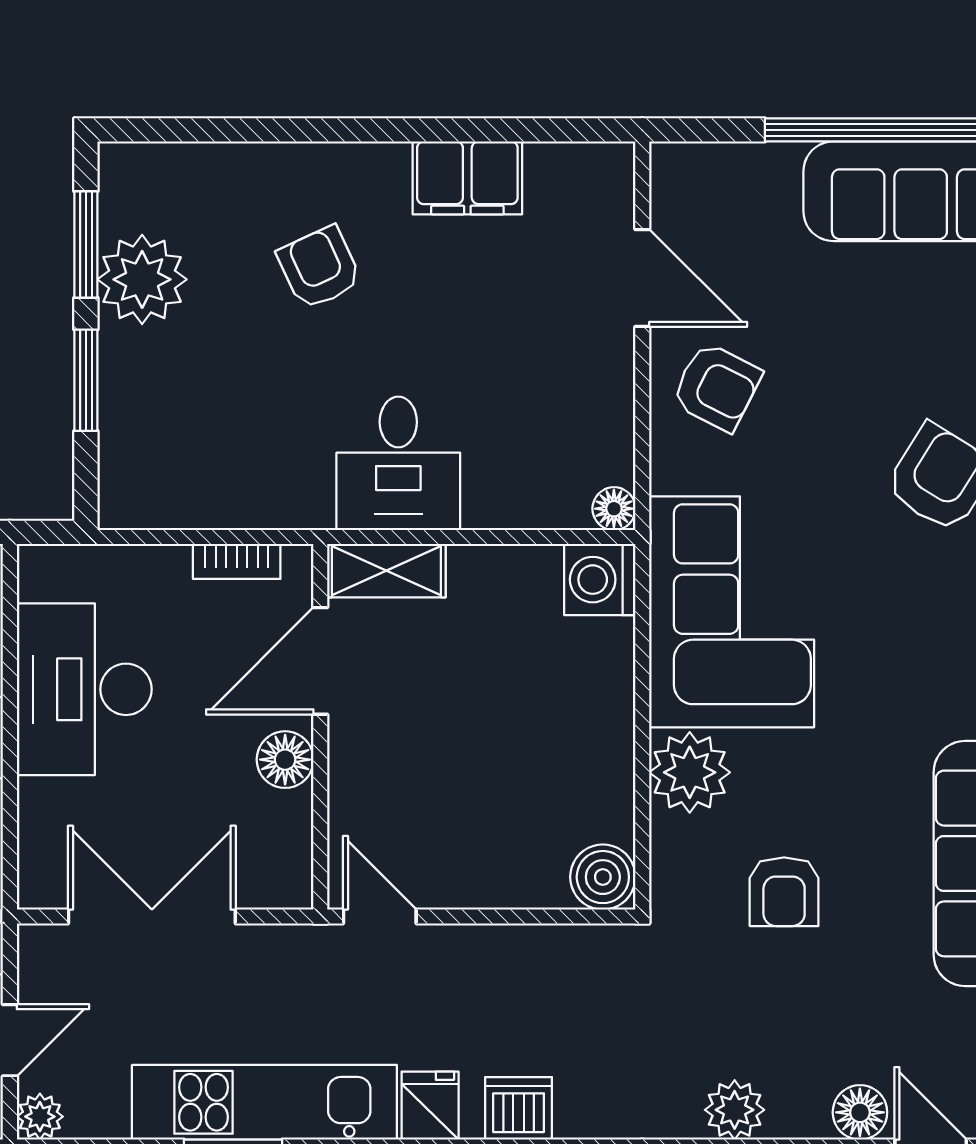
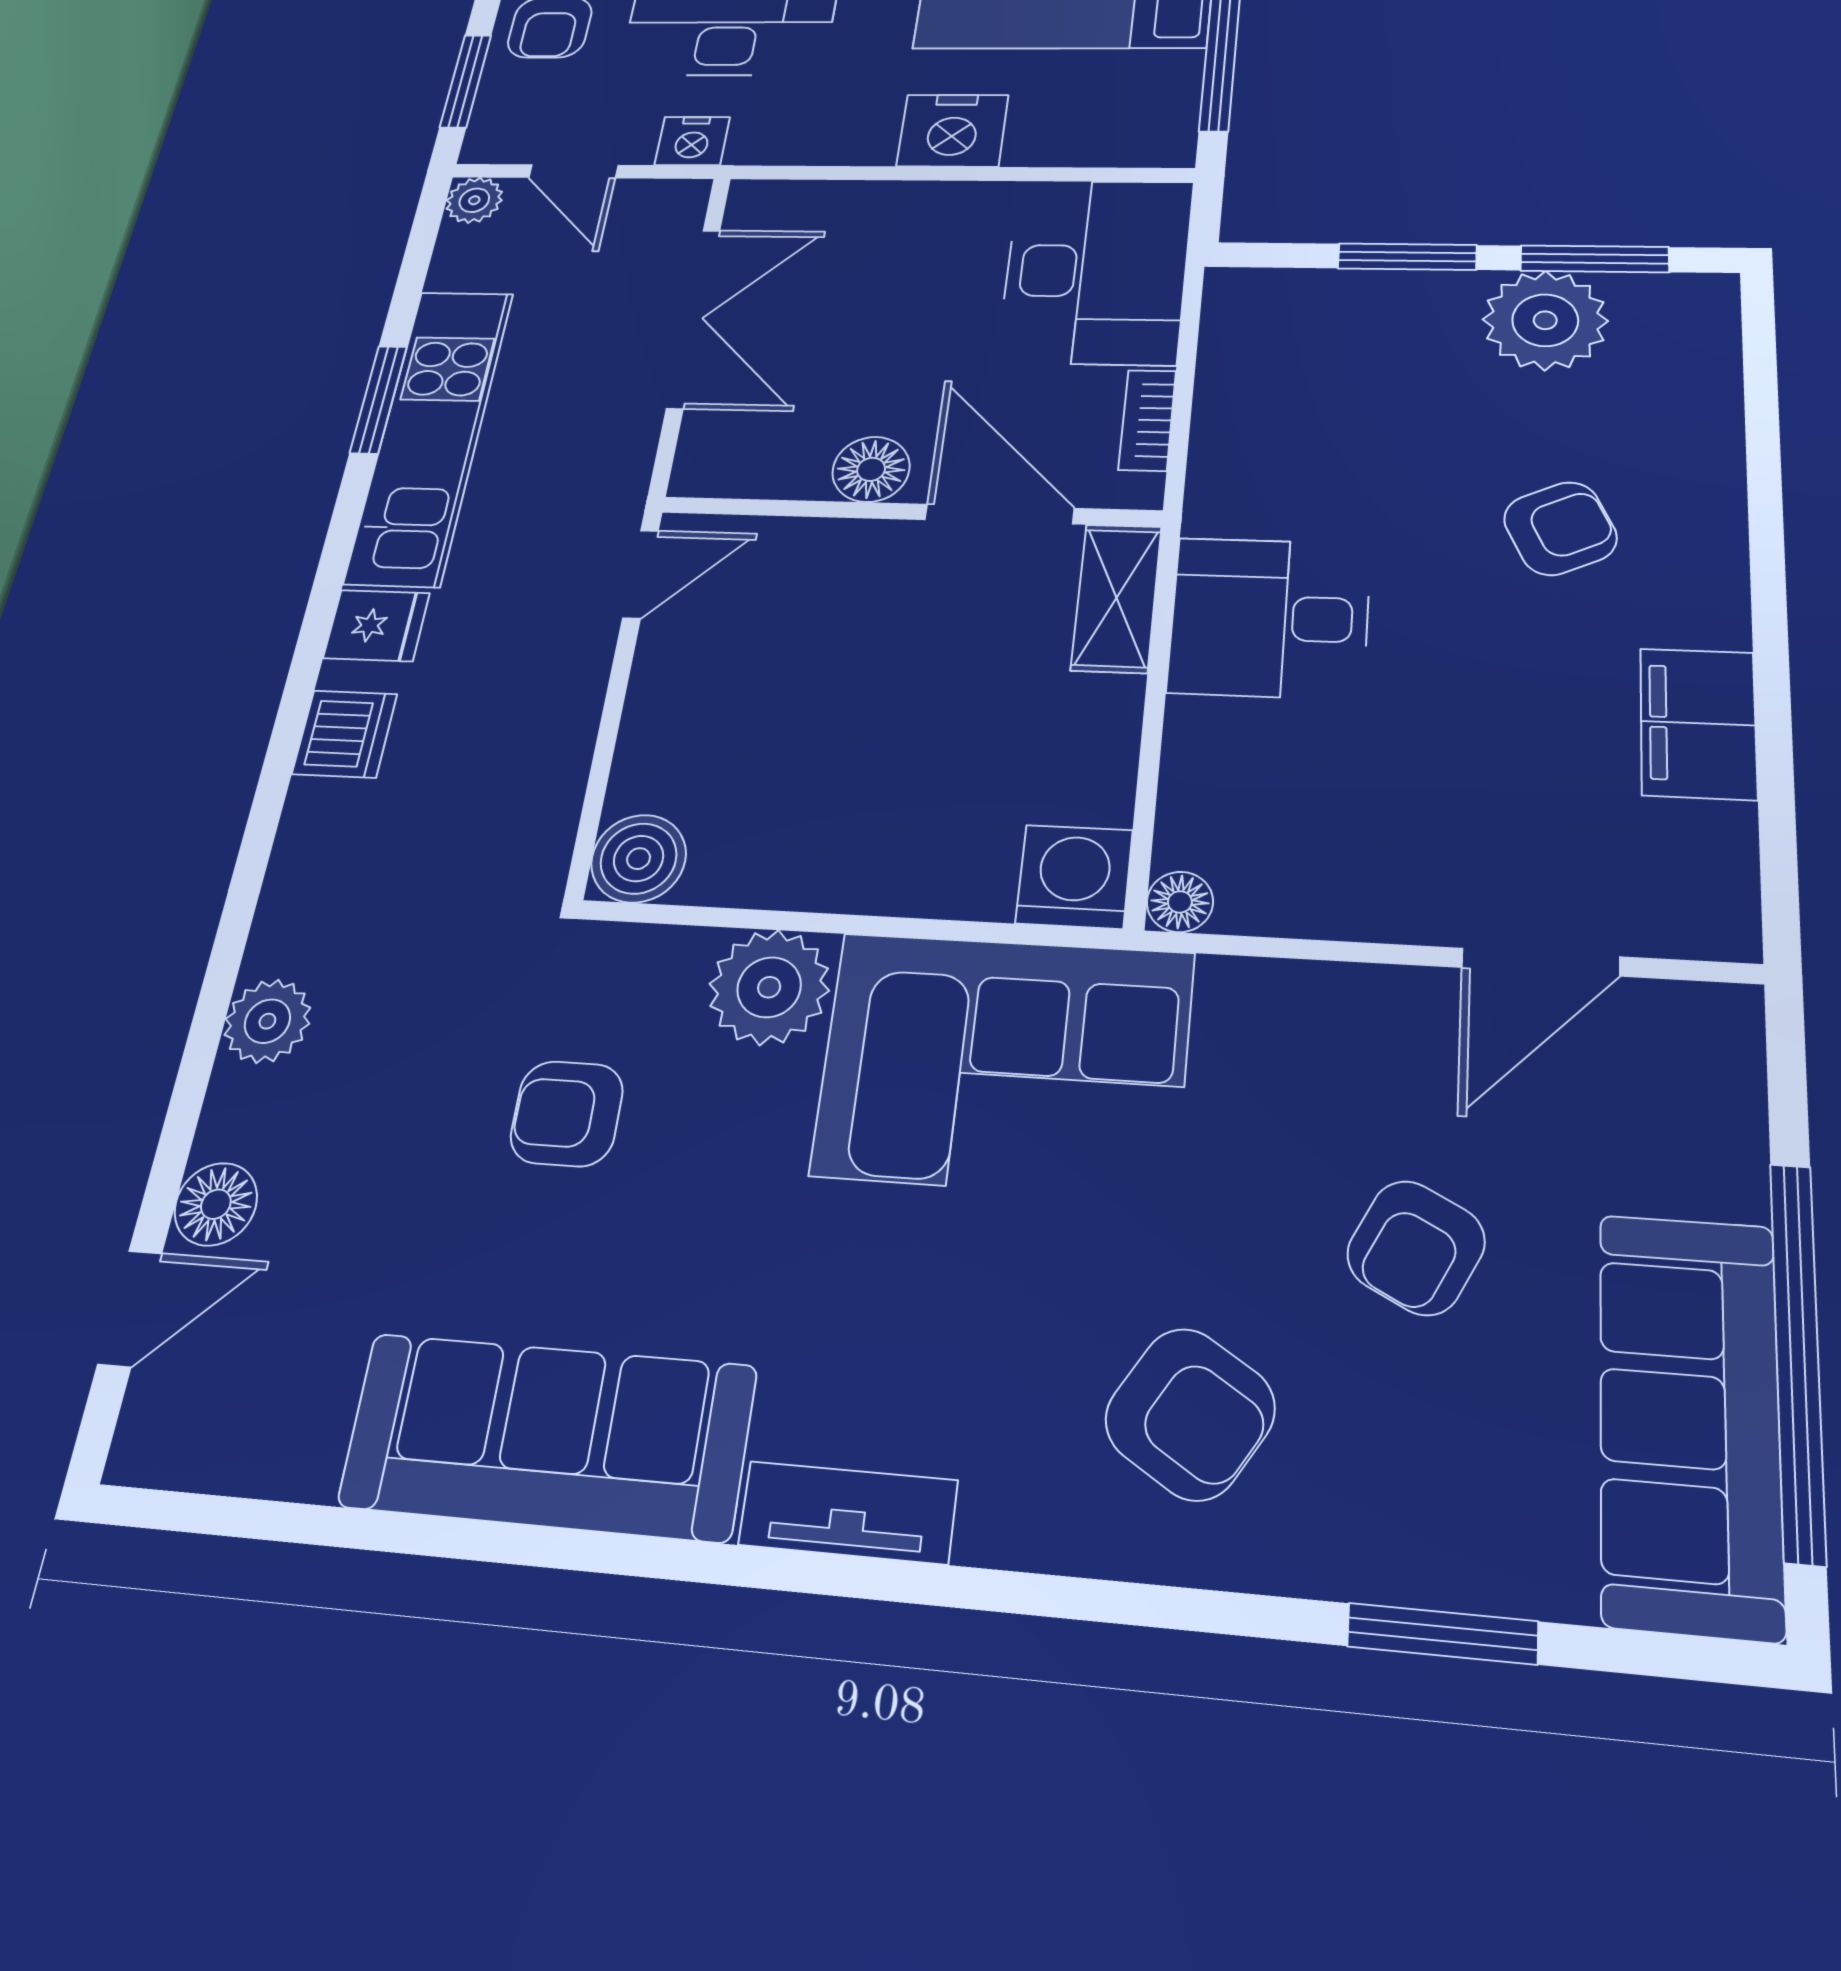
armchair: (717, 387) -> (1416, 1248), moved
desk: (84, 689) -> (1096, 271), moved, turned 90

